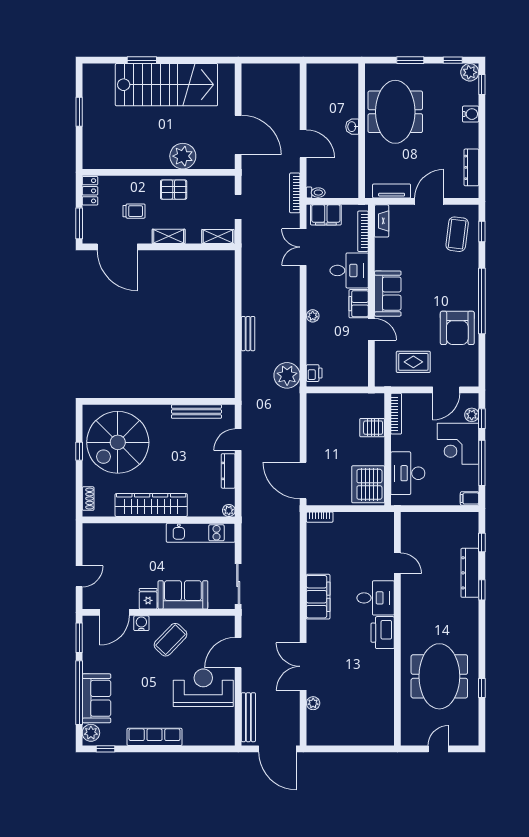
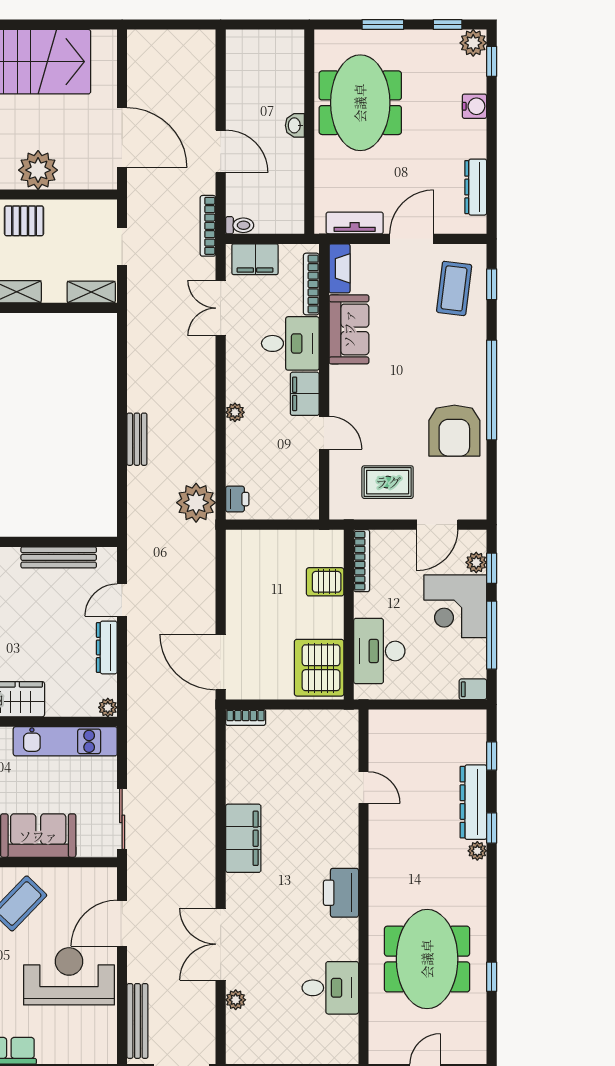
sofa: (388, 294) -> (349, 329), moved
desk: (376, 598) -> (330, 988), moved
plant: (472, 605) -> (477, 851), added

